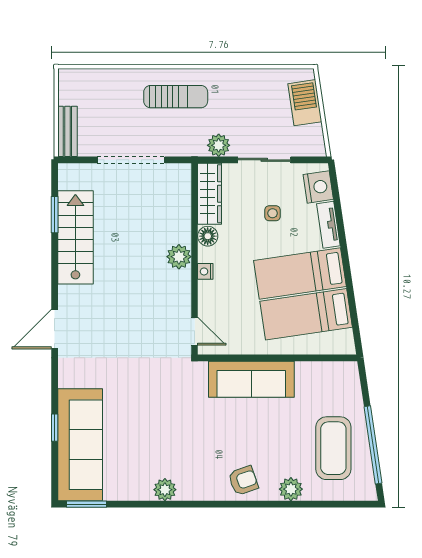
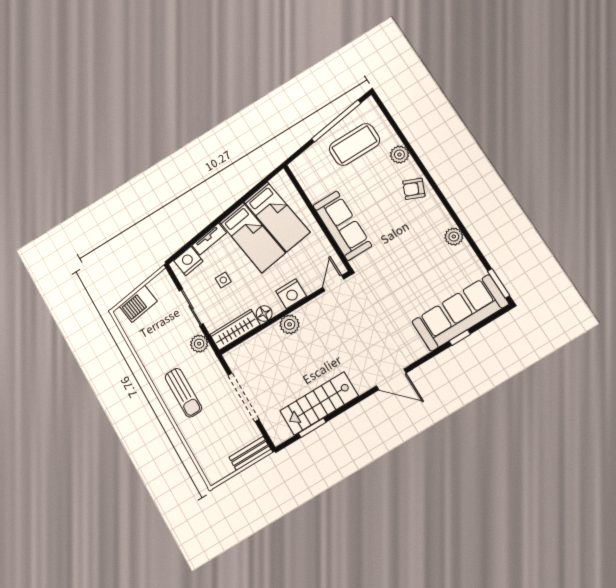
sun lounger: (176, 97) -> (183, 393), turned 180
nightstand: (205, 271) -> (291, 294), width x1.89, depth x1.79
armchair: (243, 481) -> (414, 189), turned -48

